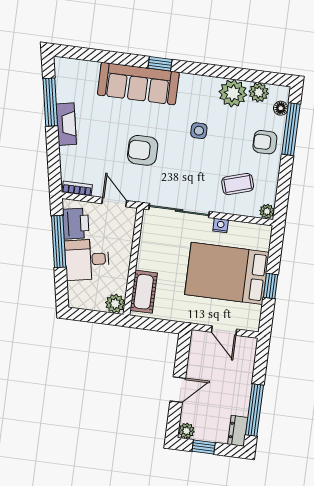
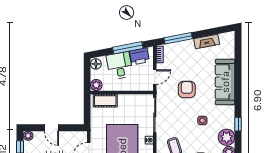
window: (160, 64) -> (238, 124), moved
window: (50, 102) -> (178, 38), moved
fireplace: (66, 124) -> (207, 41), moved
floor lamp: (79, 300) -> (96, 64), added

